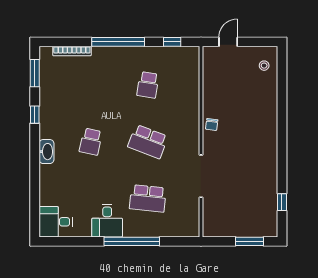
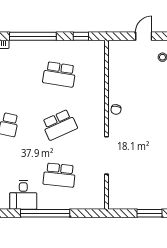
door: (228, 42) -> (144, 36), moved
school desk: (148, 85) -> (59, 74), width x1.85
school desk: (148, 142) -> (59, 125), turned -45

